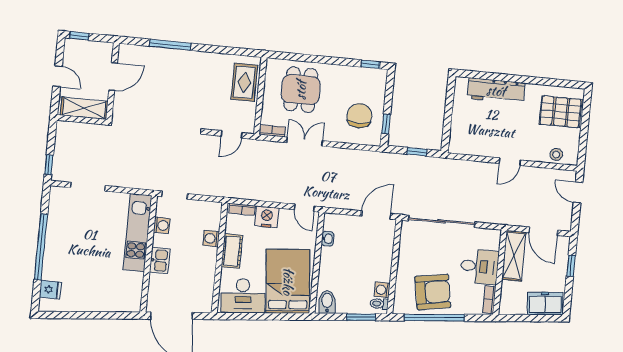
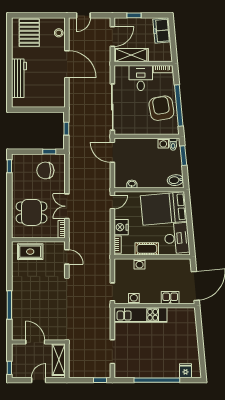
door: (510, 162) -> (67, 64), width x1.88
kitchen sink: (160, 260) -> (170, 298), moved

